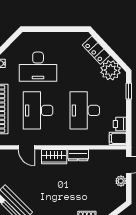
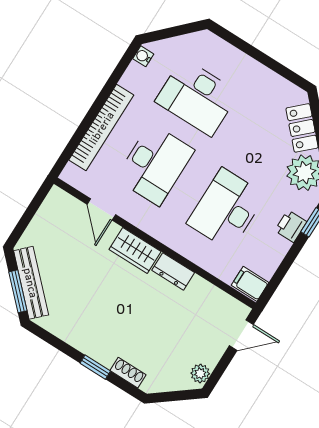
desk: (38, 110) -> (155, 164), turned 180
printer: (120, 124) -> (291, 226), moved
plant: (121, 181) -> (200, 373), moved

